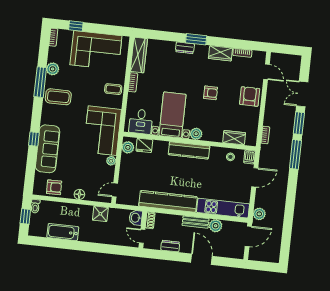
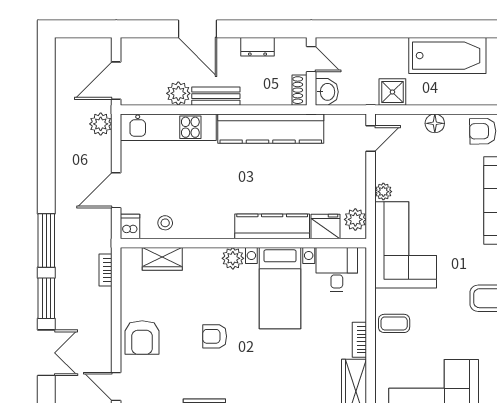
kitchen counter: (189, 150) -> (272, 226), moved
bathtub: (63, 232) -> (447, 56), width x1.36, depth x1.36

